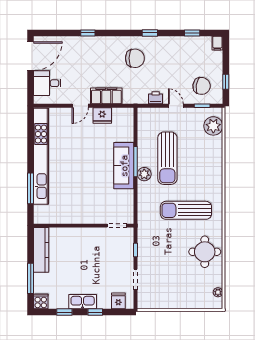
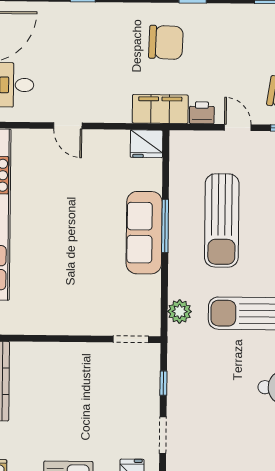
filing cabinet: (106, 96) -> (160, 109), moved
door: (80, 106) -> (68, 126), hinge flipped
fridge: (102, 115) -> (147, 144), moved
plant: (144, 174) -> (180, 311), moved

